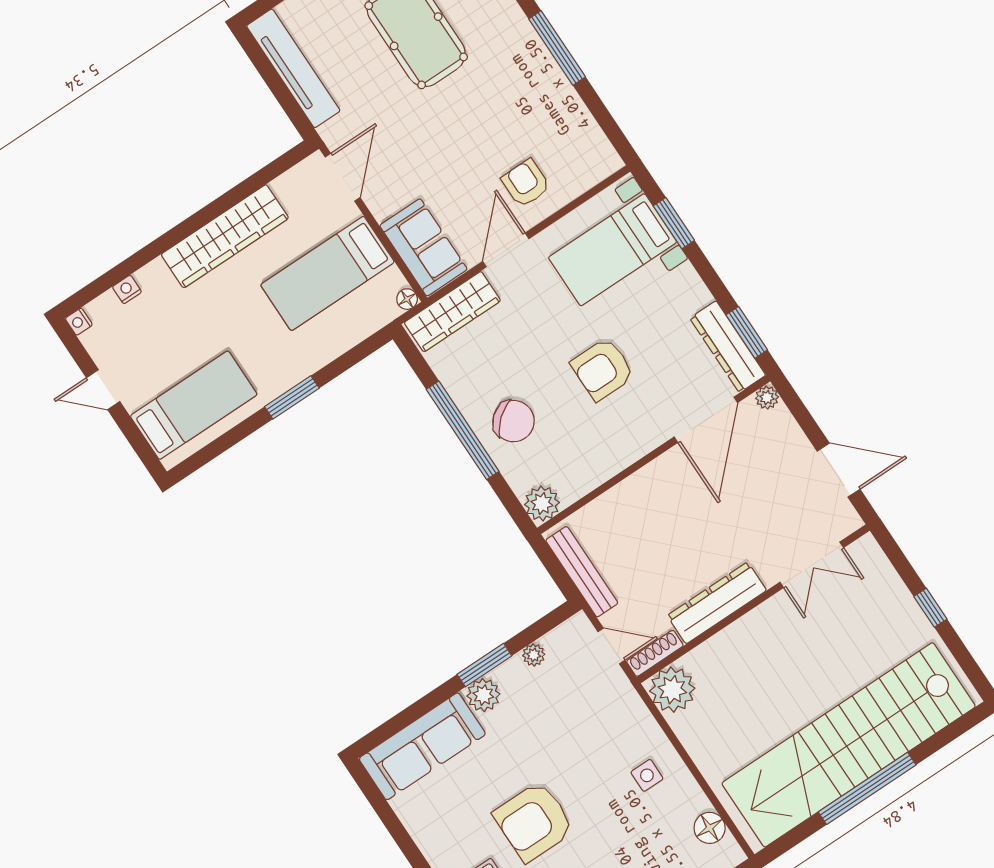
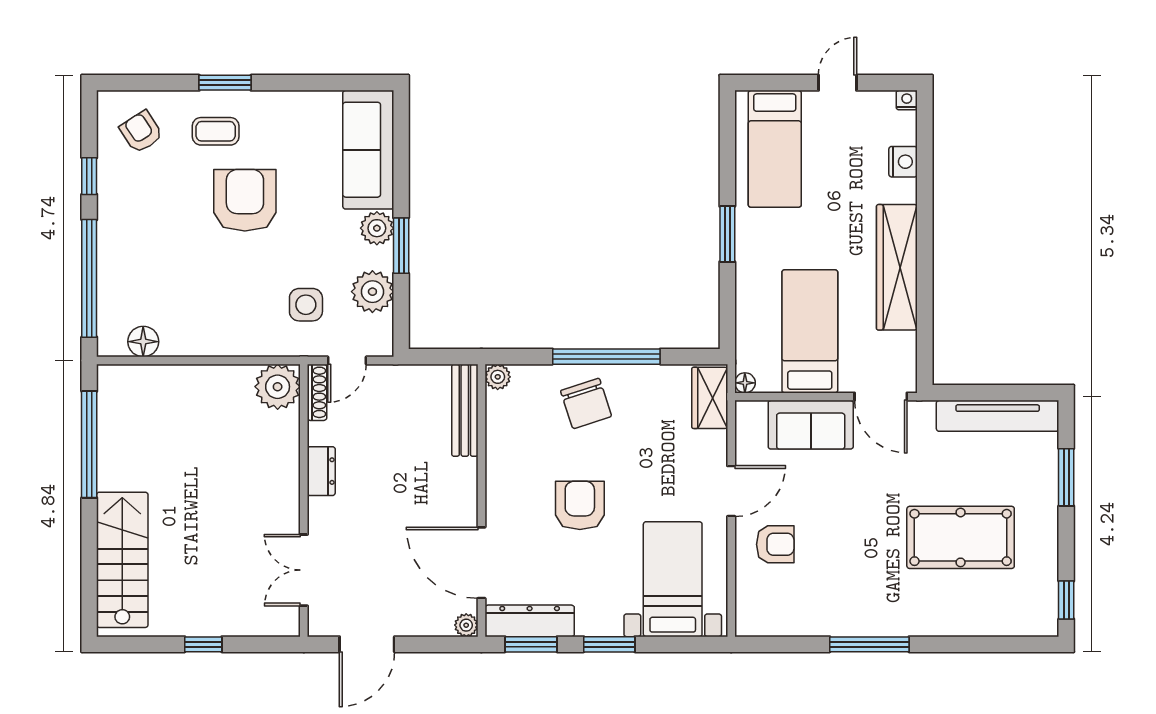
window: (674, 223) -> (609, 644), moved
sofa: (423, 247) -> (811, 425), moved
door: (506, 250) -> (731, 491), hinge flipped
nightstand: (127, 289) -> (903, 162), width x1.39, depth x1.35
wardrobe: (452, 312) -> (710, 398), width x0.67
chair: (513, 421) -> (586, 403), turned -68
plant: (542, 504) -> (498, 377), width x0.73, depth x0.73
bench: (582, 572) -> (465, 410), moved, turned 90
dresser: (717, 603) -> (321, 471), width x0.51, depth x0.80
plant: (534, 655) -> (372, 292), width x1.88, depth x1.88
stairs: (849, 745) -> (122, 560), width x0.54, depth x0.66
side table: (647, 775) -> (306, 305), moved, width x1.37, depth x1.37
window: (867, 788) -> (89, 444), moved

